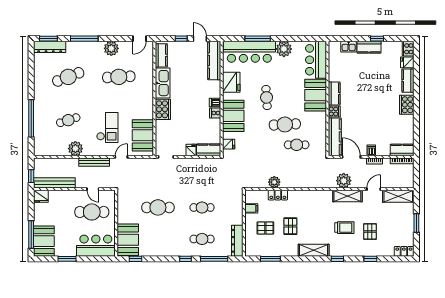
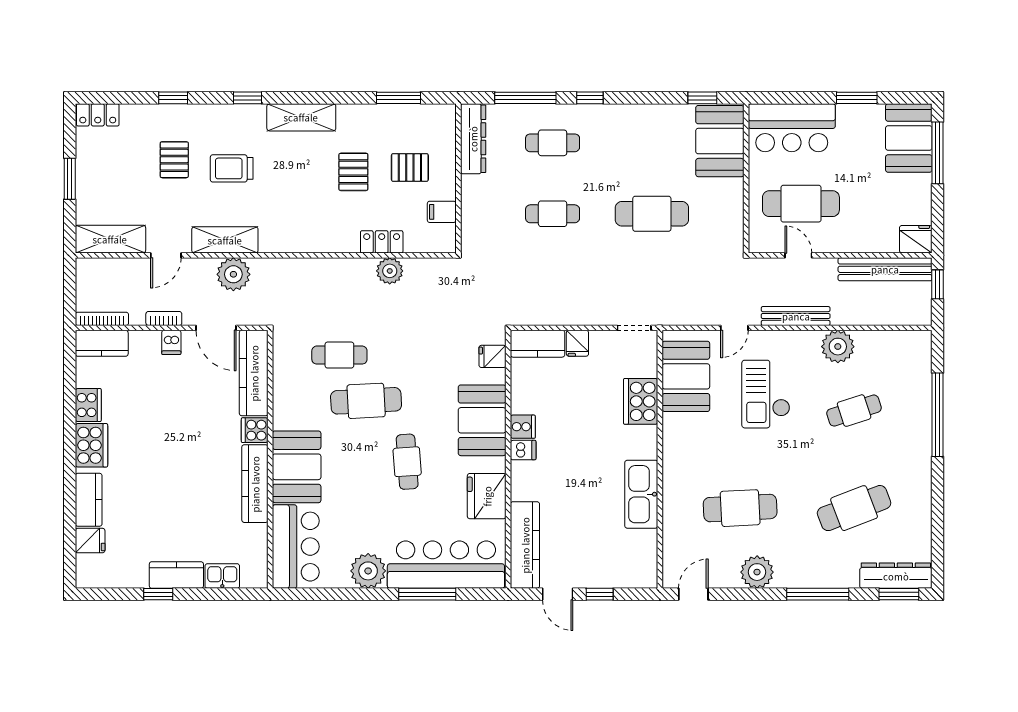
cooker: (408, 49) -> (88, 405), moved
kitchen counter: (161, 55) -> (645, 556), removed
kitchen counter: (334, 94) -> (255, 484), width x1.50
cooker: (163, 109) -> (641, 401), moved

